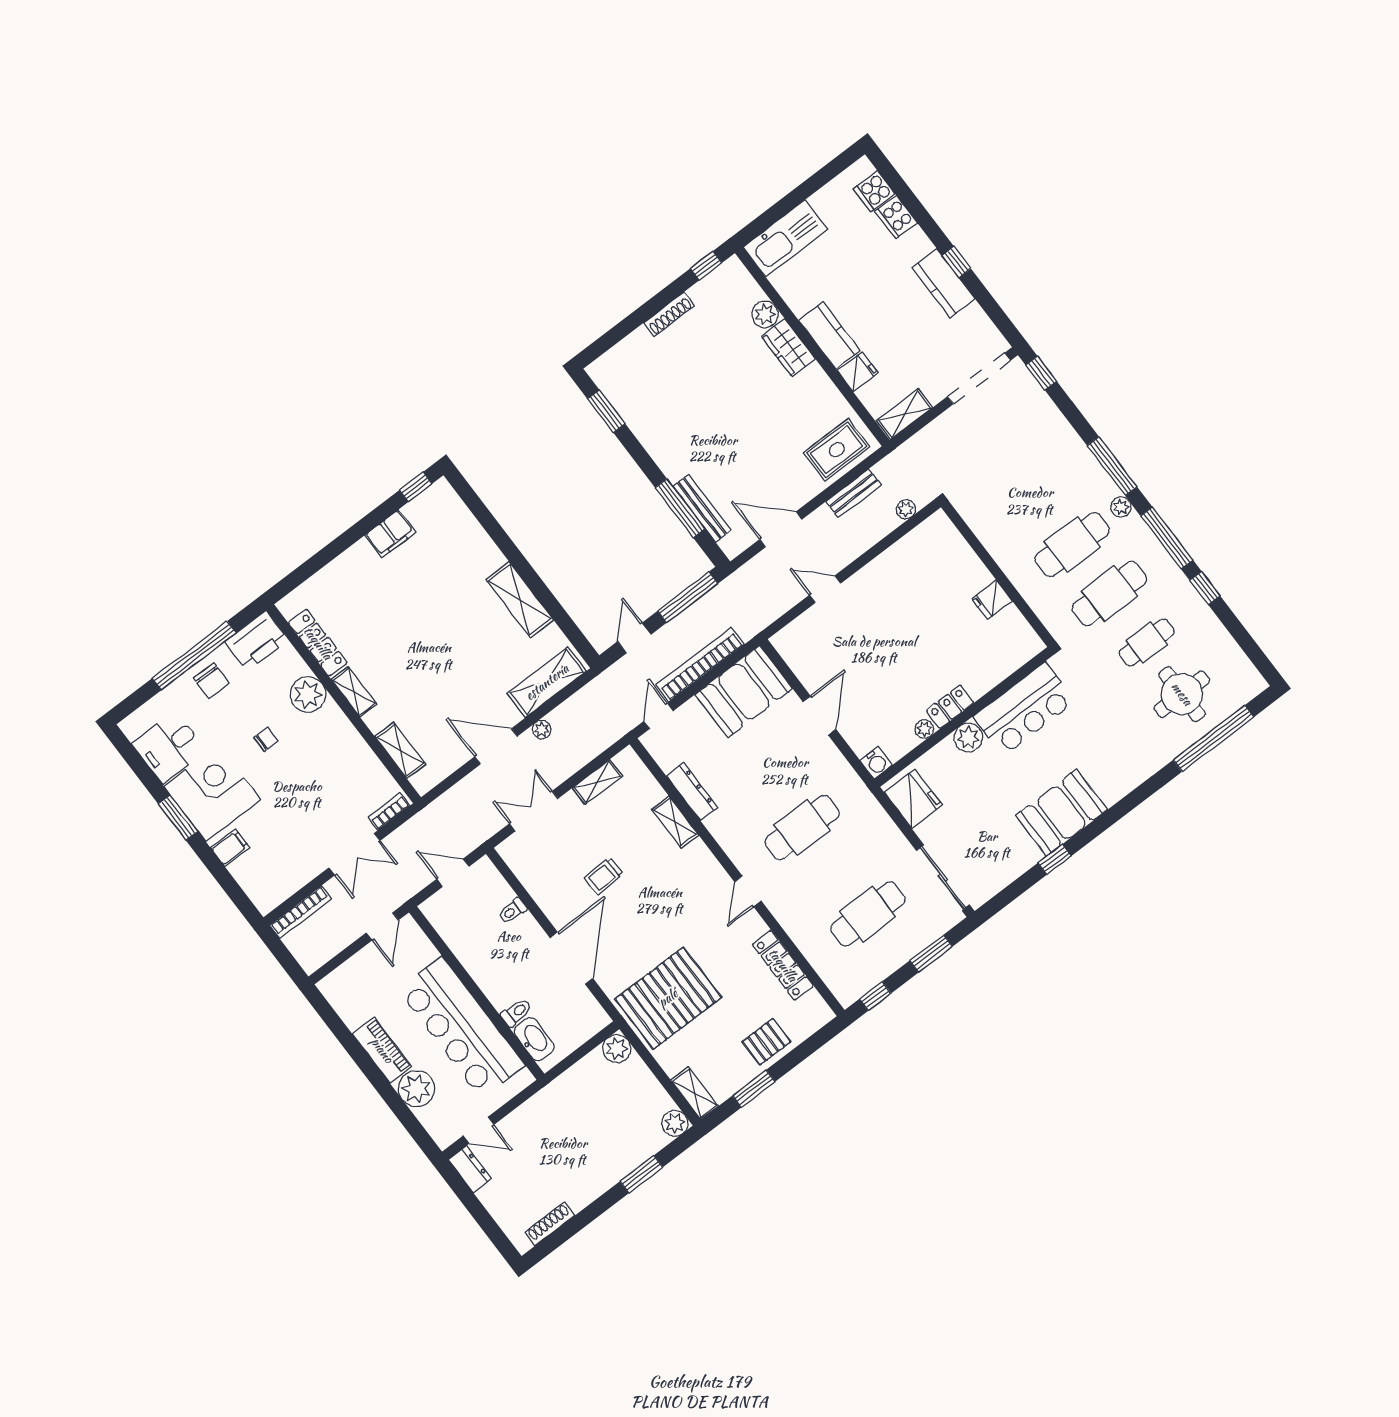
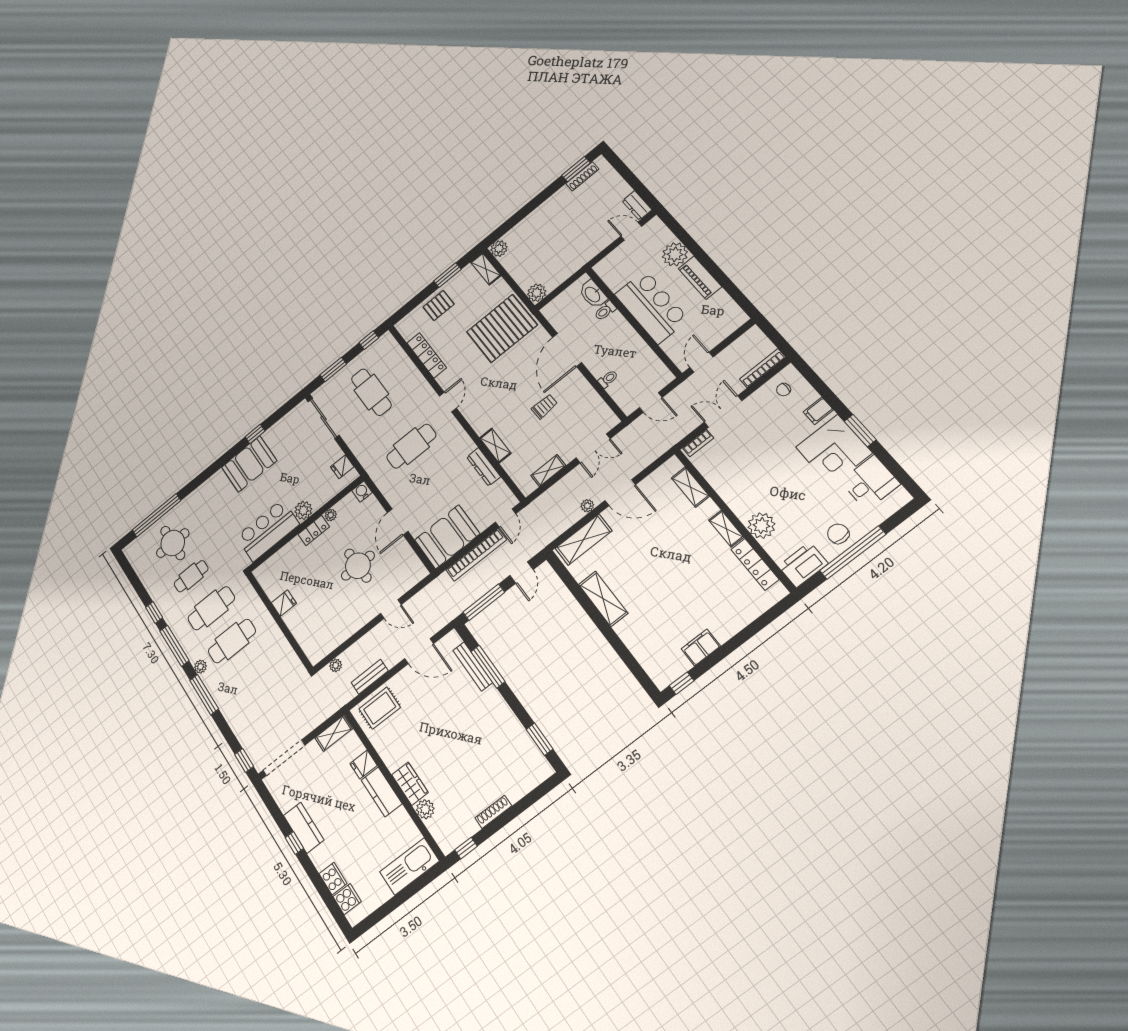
round table: (878, 653) -> (358, 566), added
chair: (266, 739) -> (784, 390), moved
fridge: (913, 799) -> (342, 467), width x0.53, depth x0.75
cafe table: (868, 914) -> (371, 392), turned 90
bar counter: (461, 1028) -> (652, 307), width x0.73
window: (641, 1174) -> (576, 169), moved

